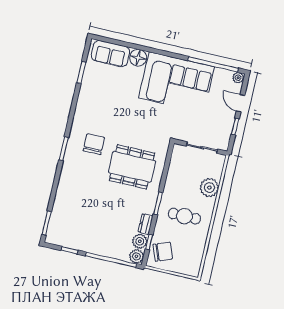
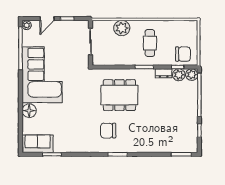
sofa: (110, 54) -> (38, 144), moved, turned -90
dining table: (132, 167) -> (119, 95), turned 90
chair: (163, 252) -> (183, 54), turned 111

